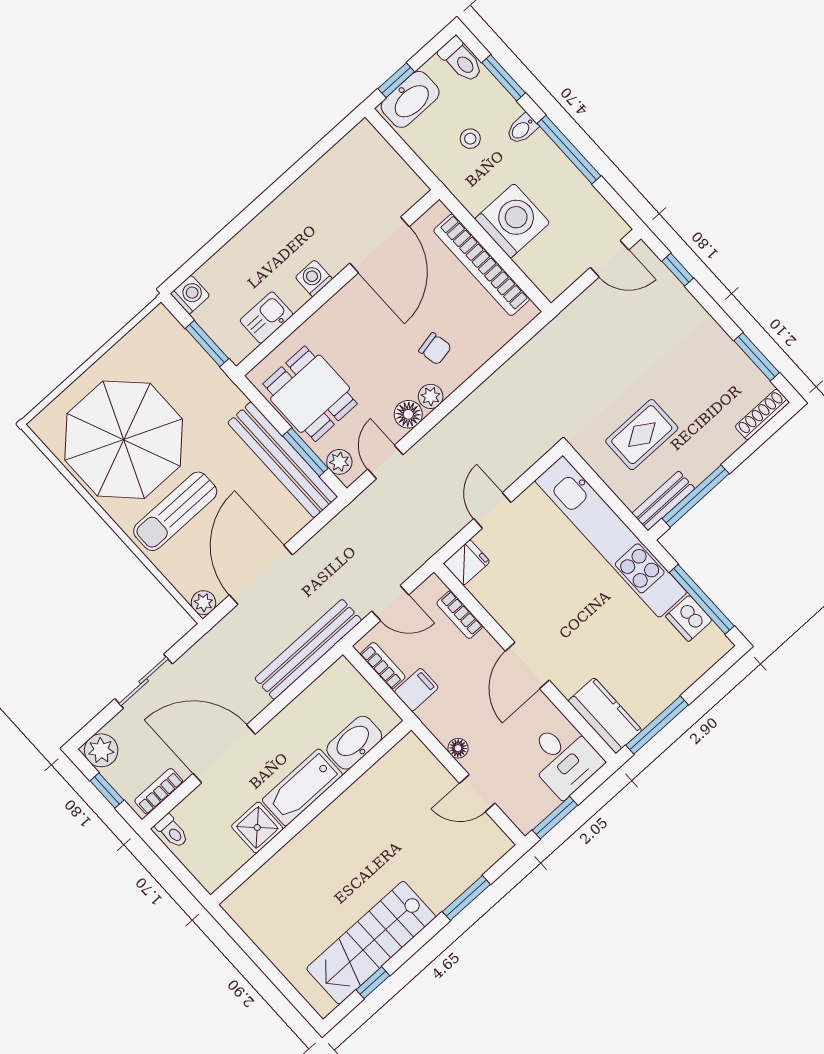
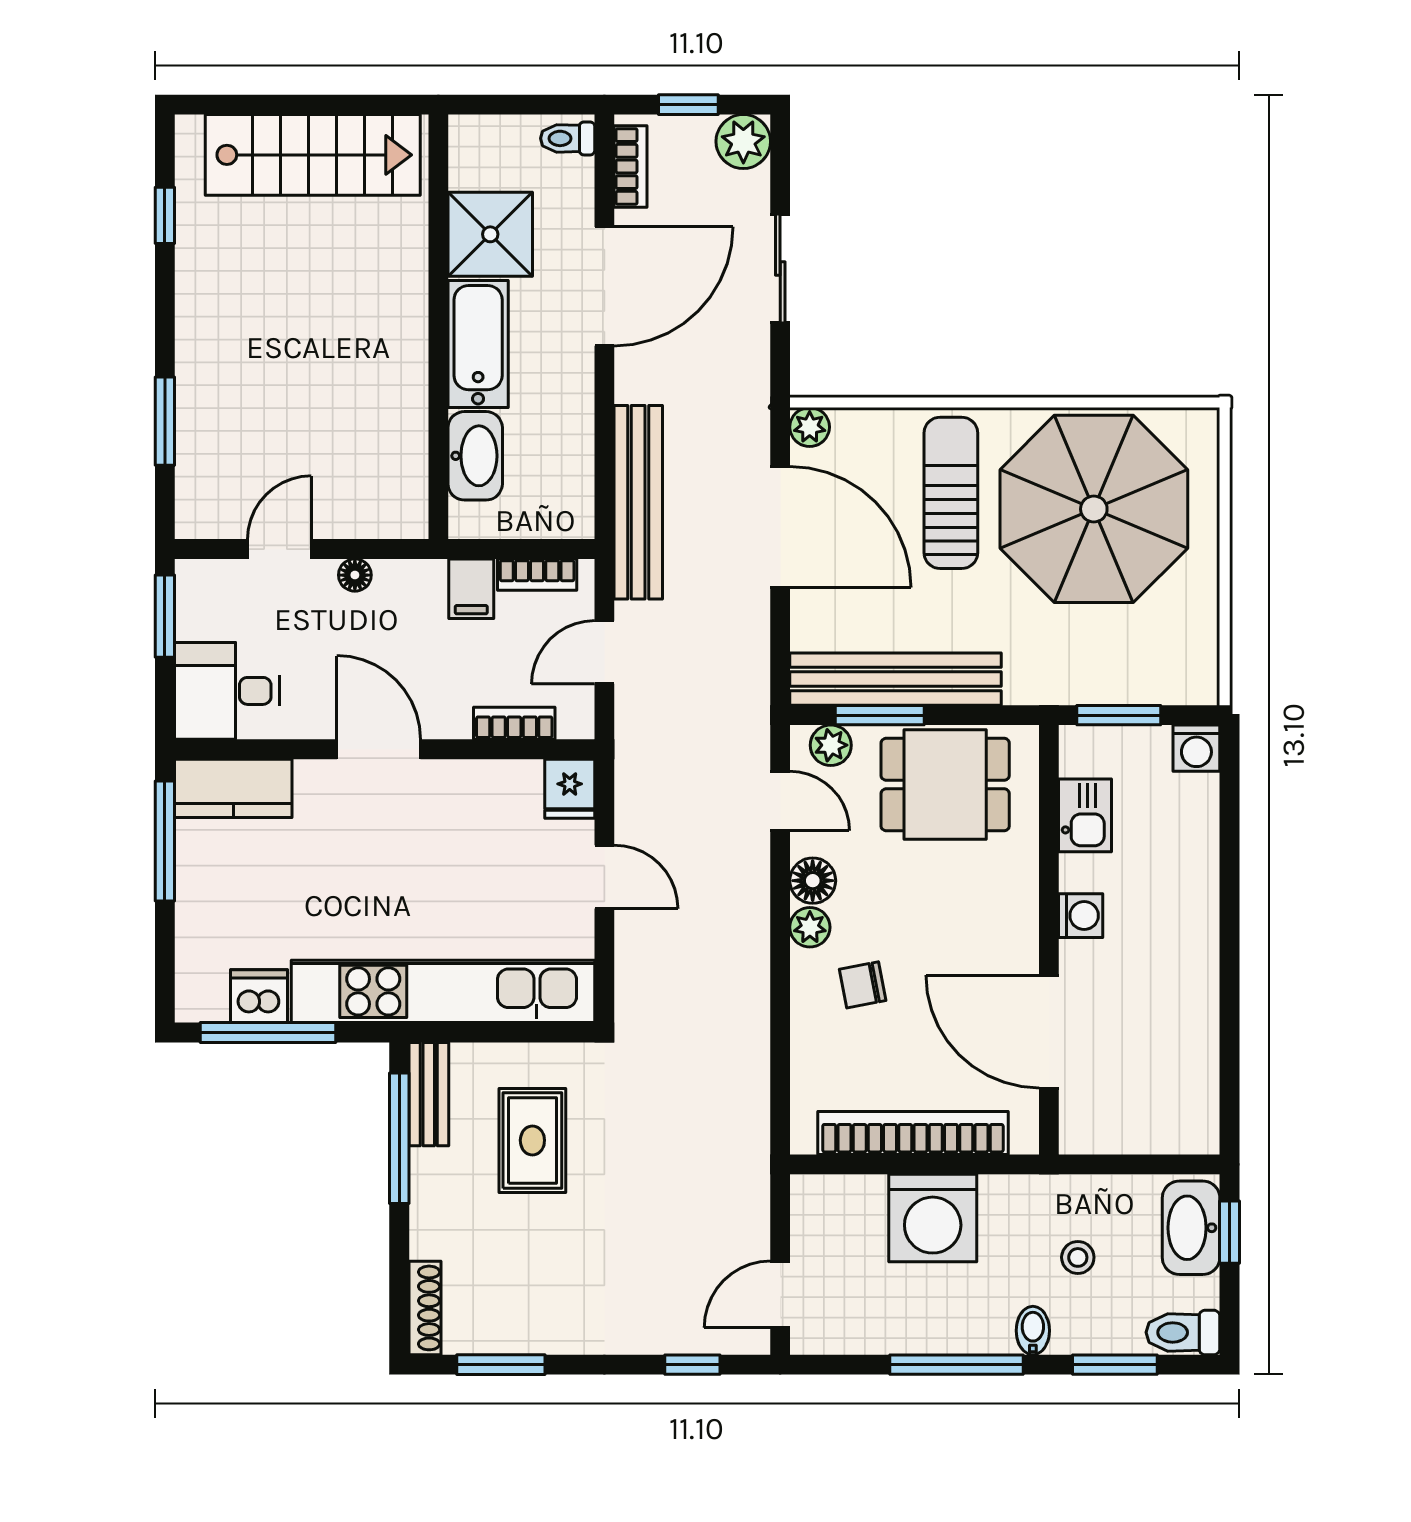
shower: (257, 828) -> (490, 234), width x1.36, depth x1.36
stairs: (371, 943) -> (313, 155), moved, turned 90

